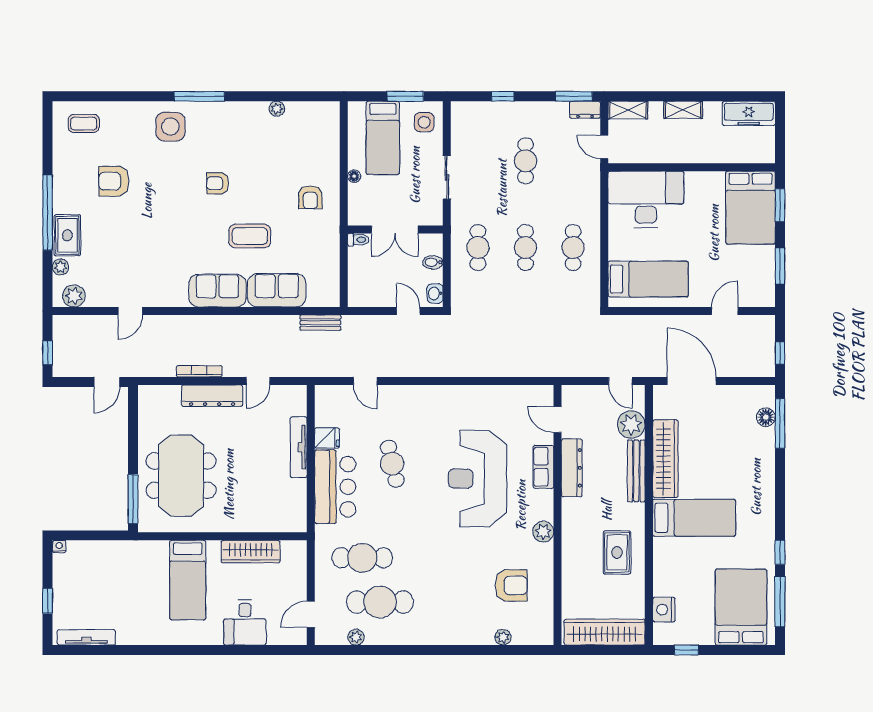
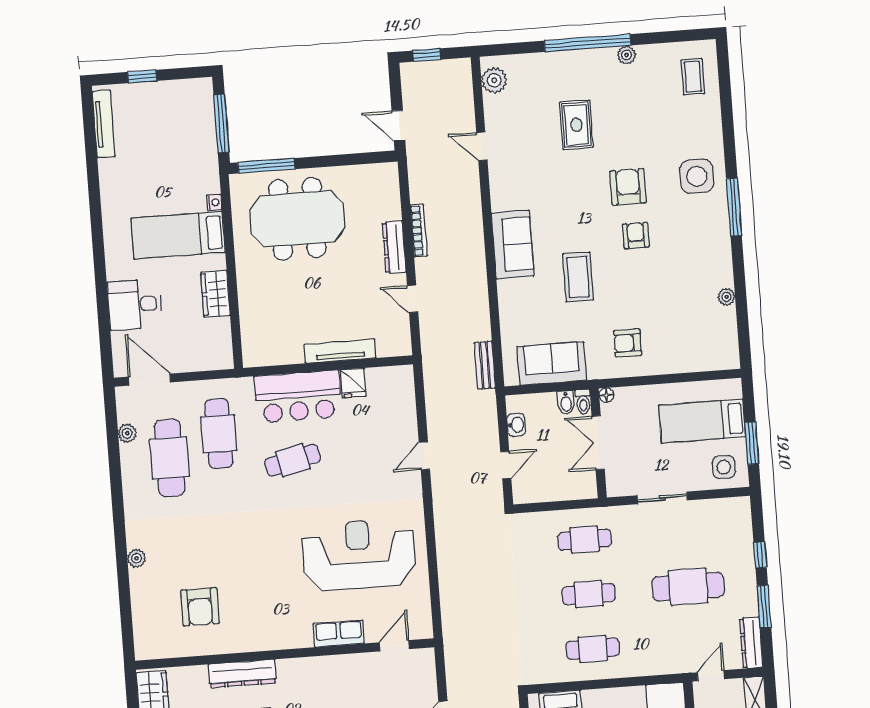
window: (574, 96) -> (764, 606), moved
dresser: (585, 110) -> (751, 643), width x1.44
cafe table: (526, 161) -> (688, 587), width x1.37, depth x1.35
floor lamp: (354, 176) -> (606, 395), moved
armchair: (114, 181) -> (628, 187), moved
rug: (67, 235) -> (576, 125), moved, turned 90
bidet: (433, 262) -> (566, 402), moved, turned 180
plant: (60, 267) -> (626, 55), moved
sofa: (277, 290) -> (552, 363), moved, turned -90
washbasin: (435, 293) -> (516, 425), moved, turned 90
door: (365, 381) -> (424, 456), moved
dresser: (212, 396) -> (394, 247), width x0.73, depth x0.80
cafe table: (392, 464) -> (293, 460), moved
dresser: (572, 468) -> (242, 674), moved
reception desk: (477, 478) -> (359, 555), moved
plant: (543, 532) -> (264, 639), removed
window: (94, 535) -> (221, 124), added
nightstand: (59, 547) -> (214, 202), moved
wardrobe: (251, 552) -> (215, 294), width x0.67
door: (311, 614) -> (149, 380), width x1.38
plant: (503, 637) -> (137, 558), moved

